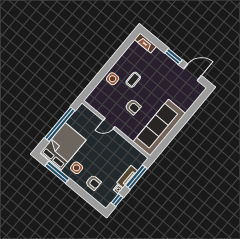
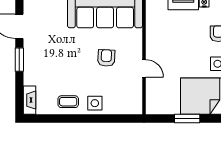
coffee table: (133, 80) -> (68, 102), moved
window: (60, 124) -> (187, 118), width x0.47

